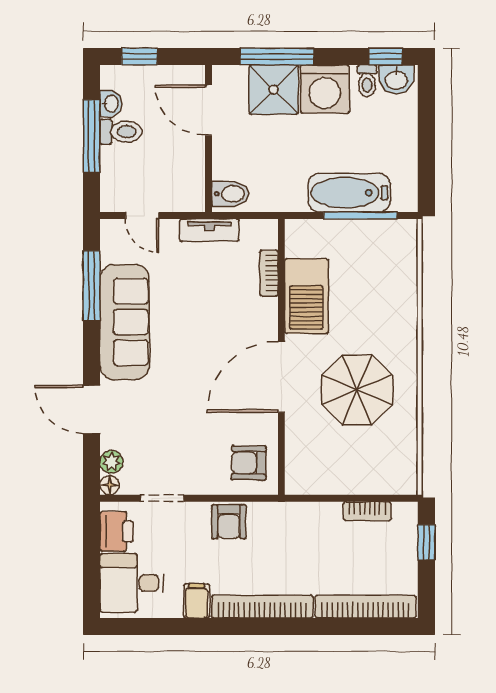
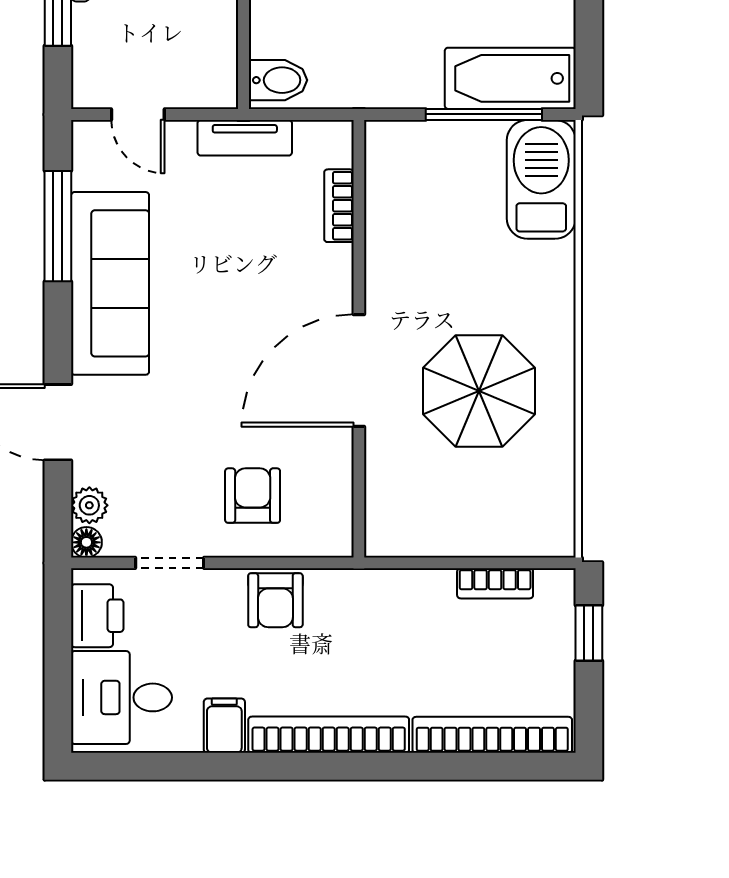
bathtub: (349, 193) -> (510, 78), moved
barbecue: (306, 296) -> (541, 179), moved, turned 180
armchair: (249, 463) -> (253, 496), moved, turned 89

